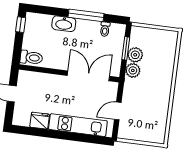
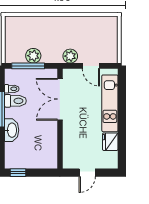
window: (126, 48) -> (28, 66), width x1.44
toilet: (31, 58) -> (15, 101), moved, turned 90
plant: (133, 70) -> (70, 56), moved

